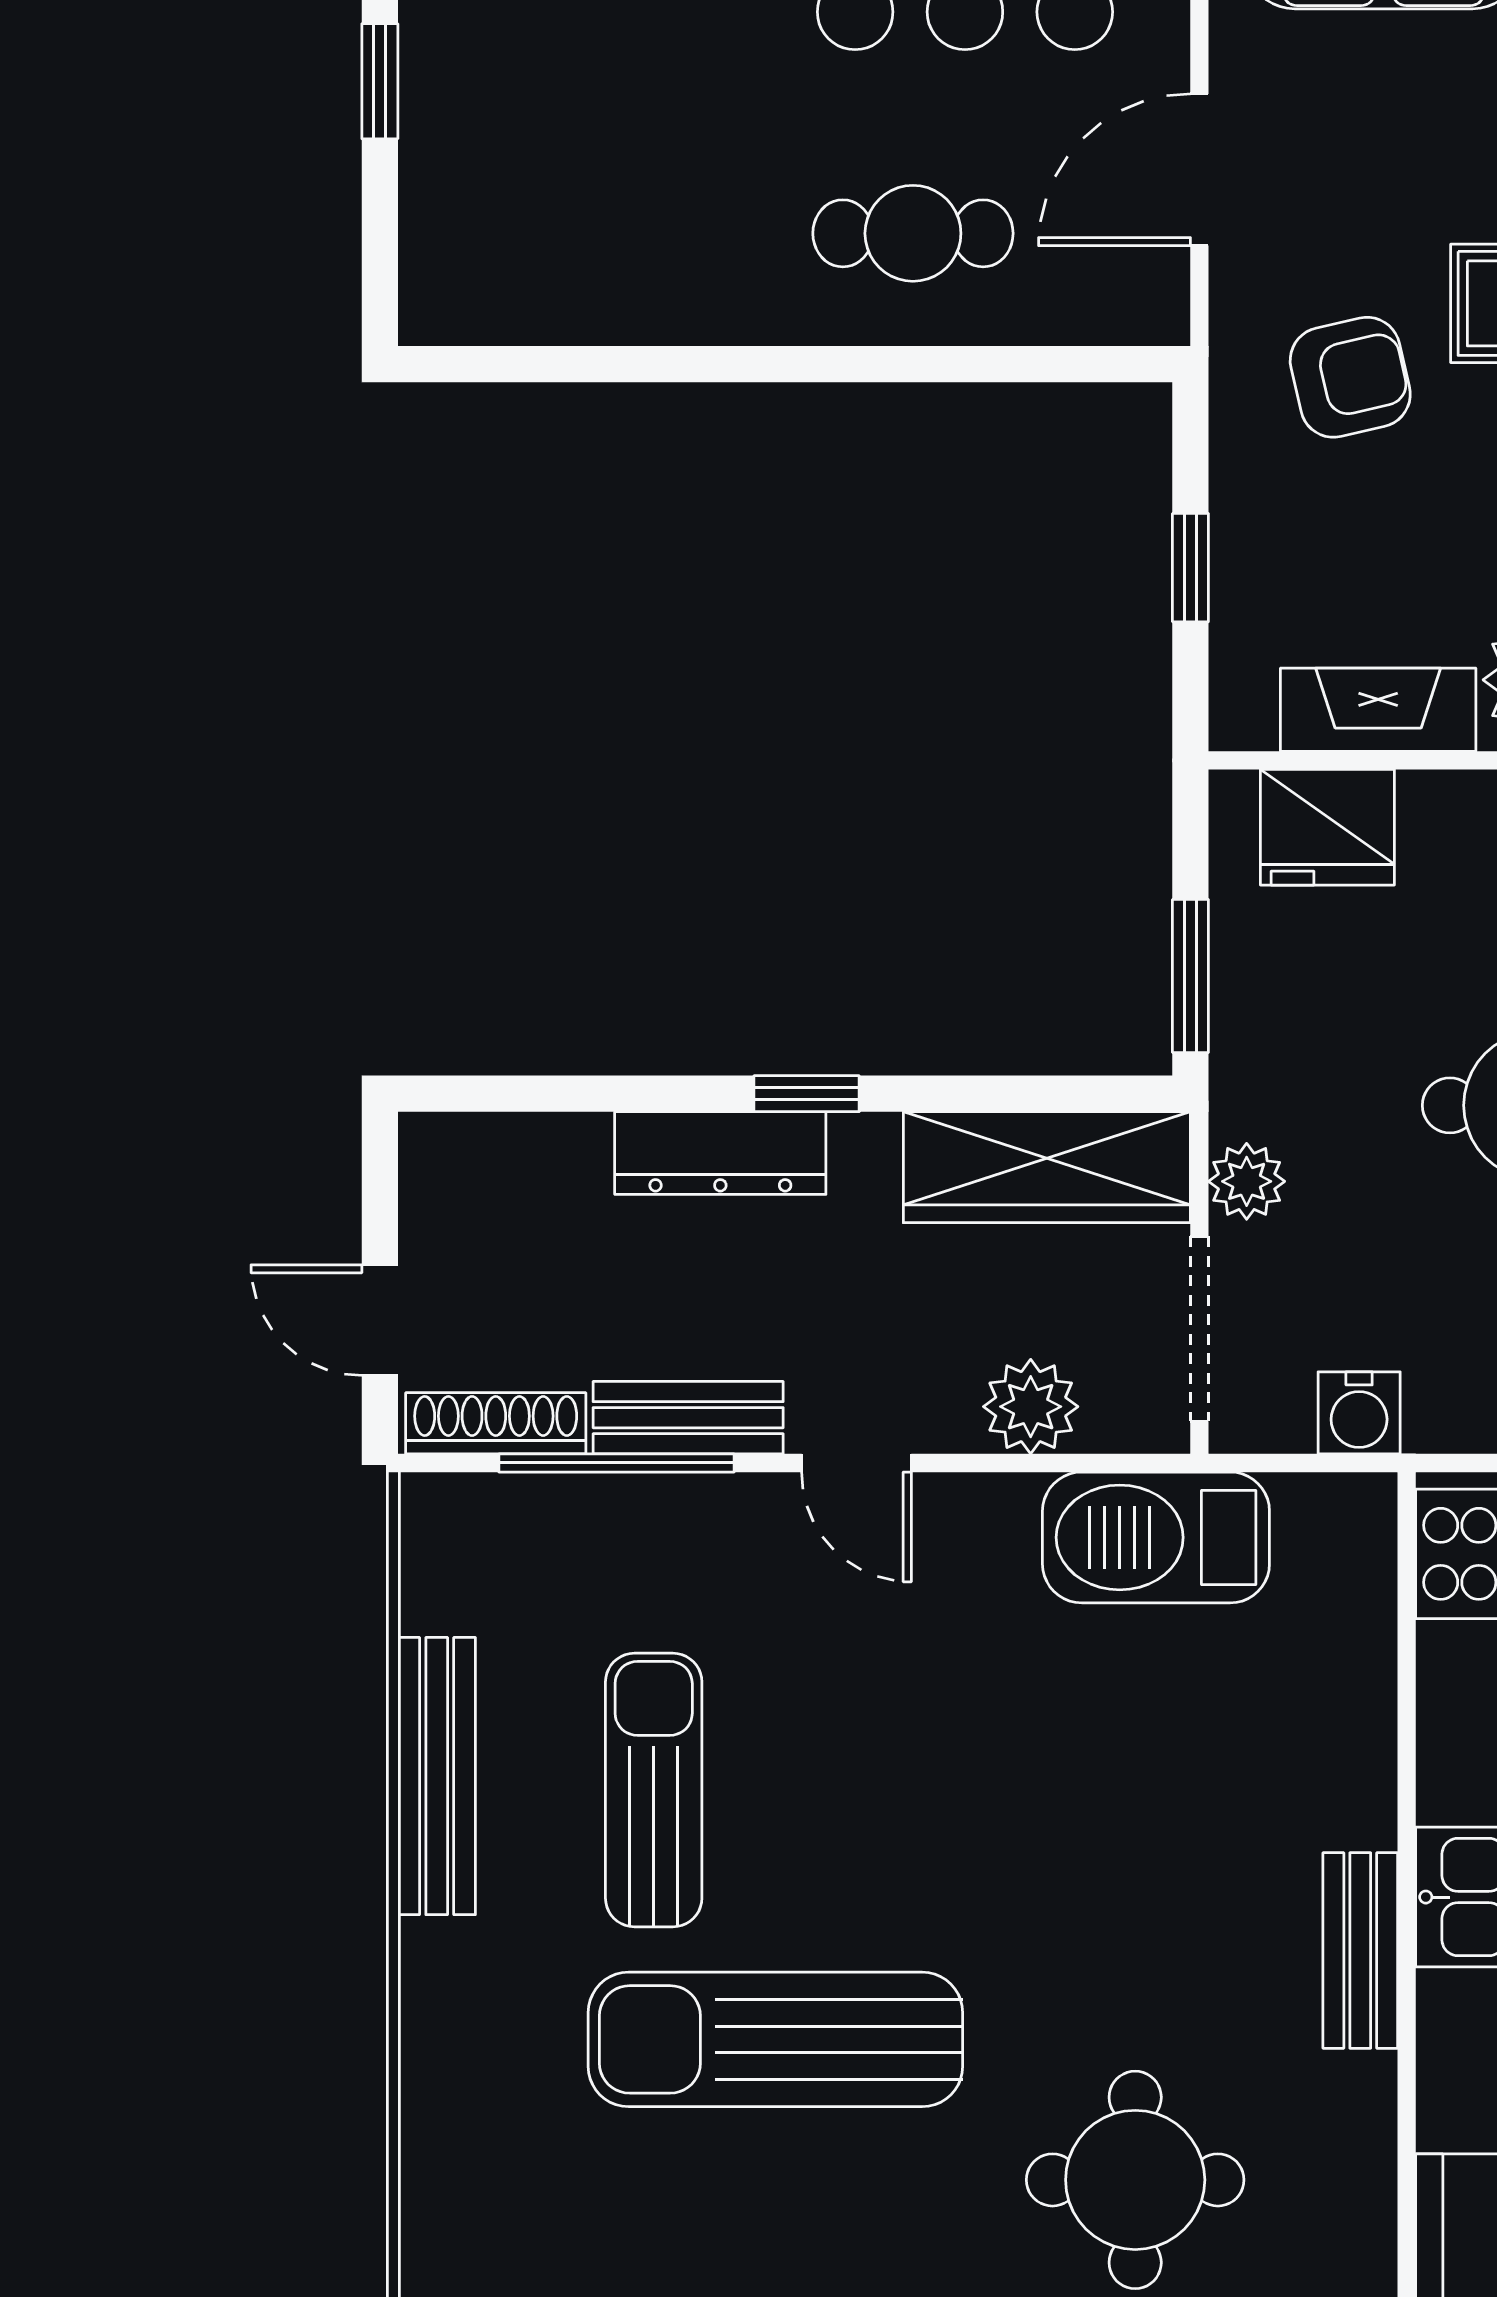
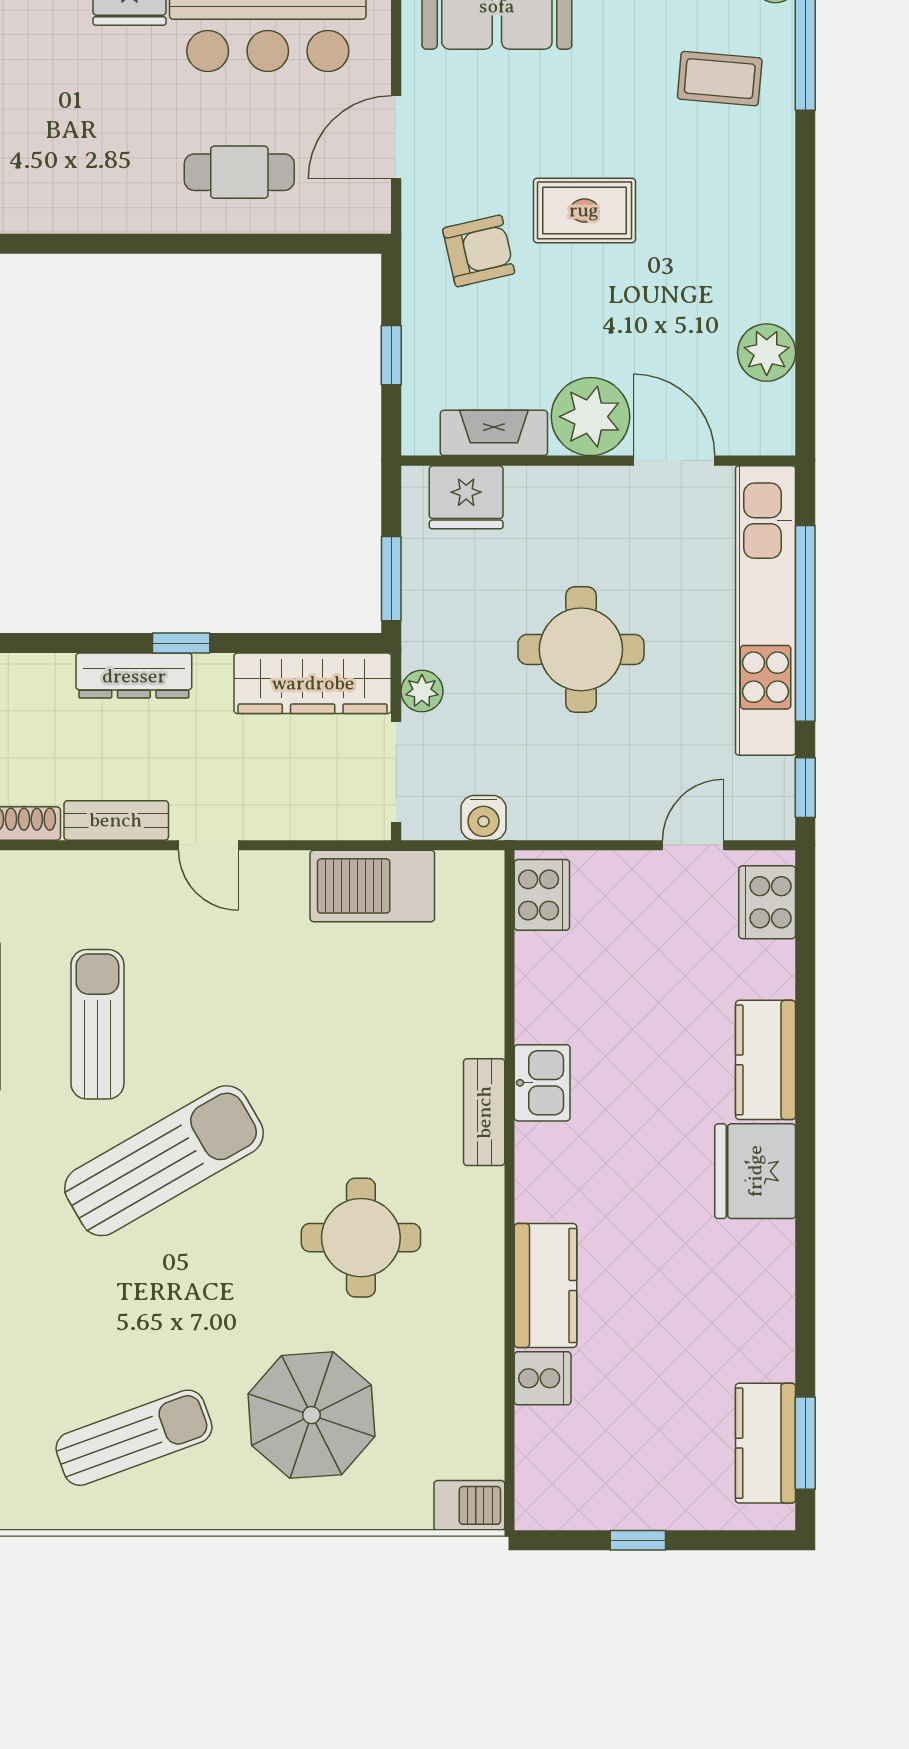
plant: (1031, 1407) -> (304, 814), removed
window: (616, 1463) -> (77, 845), removed
sun lounger: (775, 2039) -> (164, 1161), turned 150

